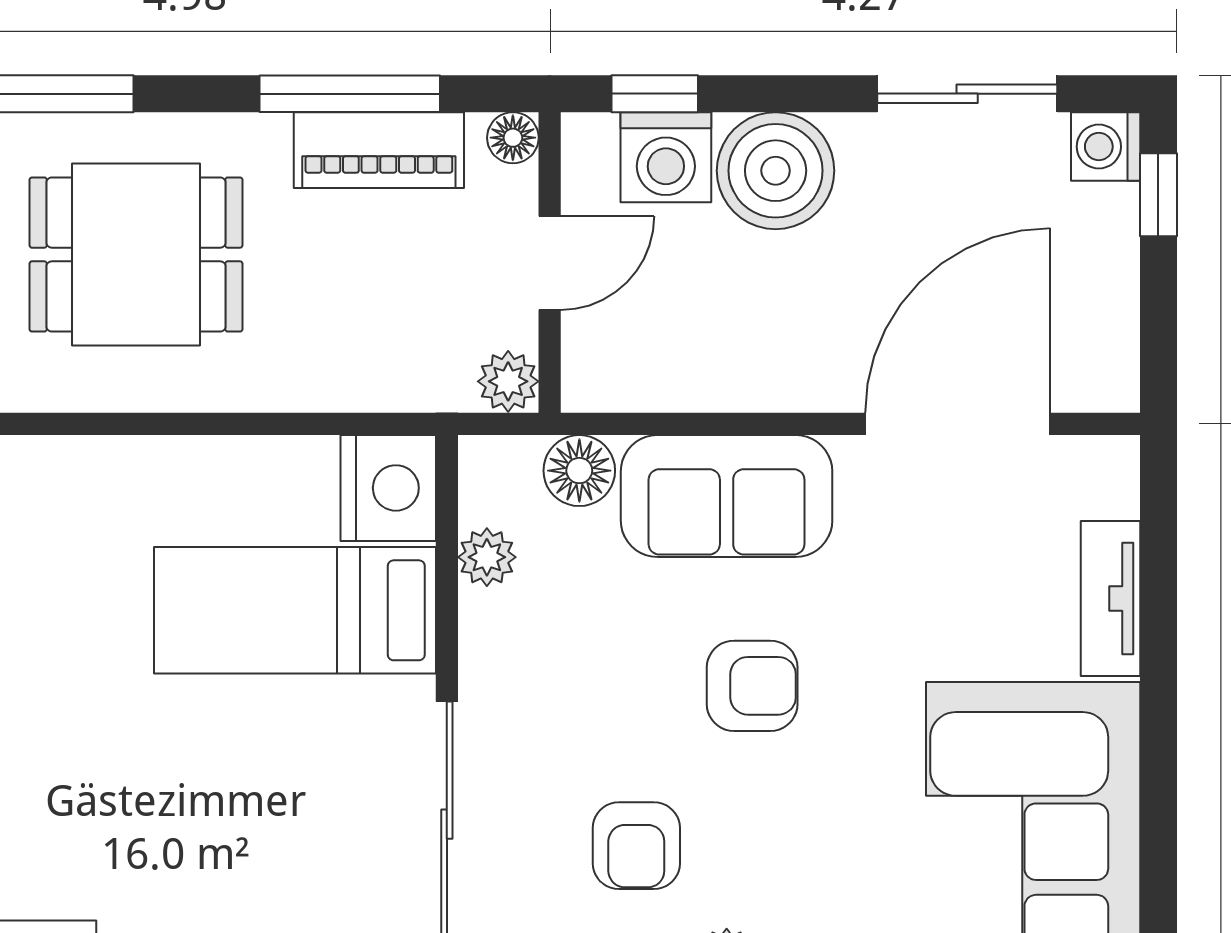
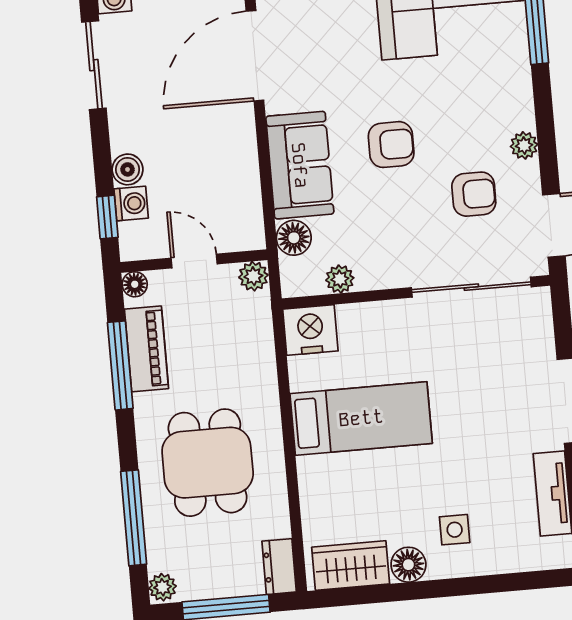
washing machine: (666, 157) -> (131, 203), width x0.73, depth x0.73
boiler: (776, 171) -> (128, 169), width x0.54, depth x0.54
door: (958, 424) -> (255, 56), hinge flipped
bed: (295, 610) -> (361, 418), moved, turned -90
armchair: (752, 686) -> (391, 145), turned 90

